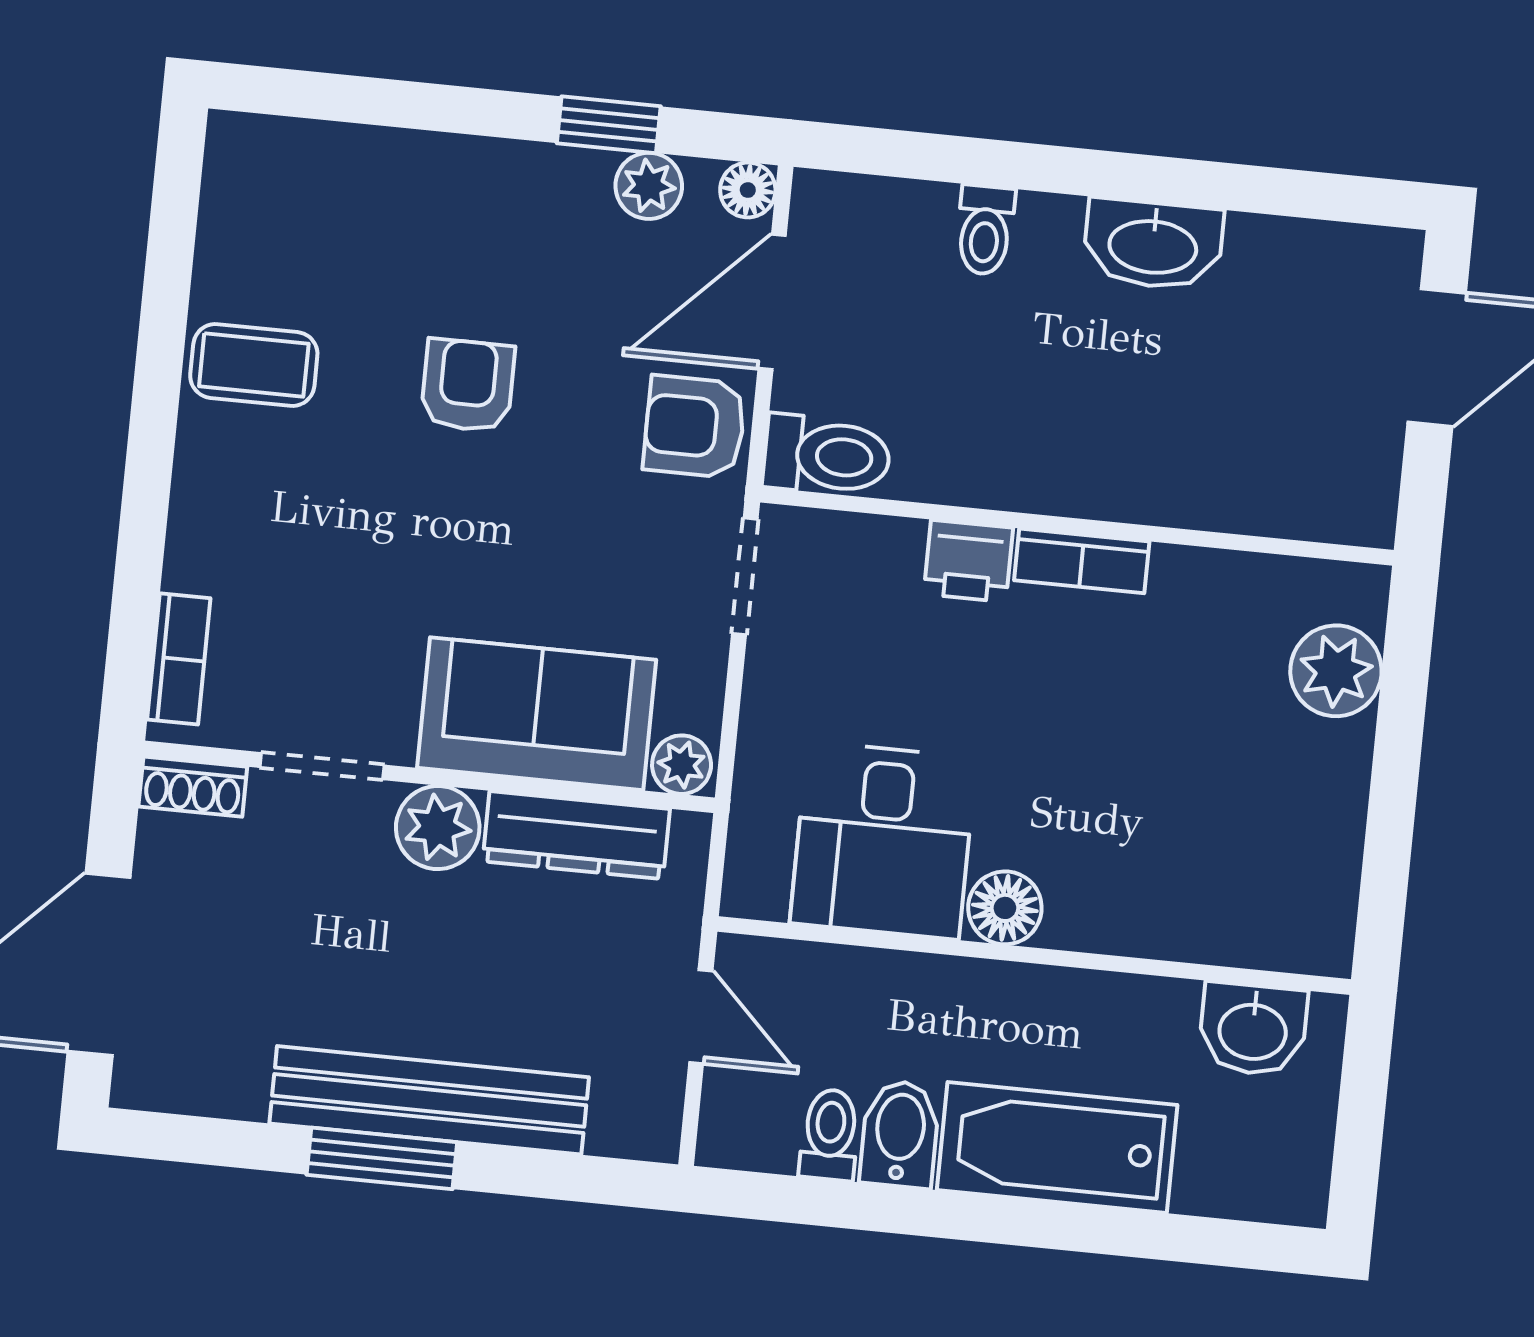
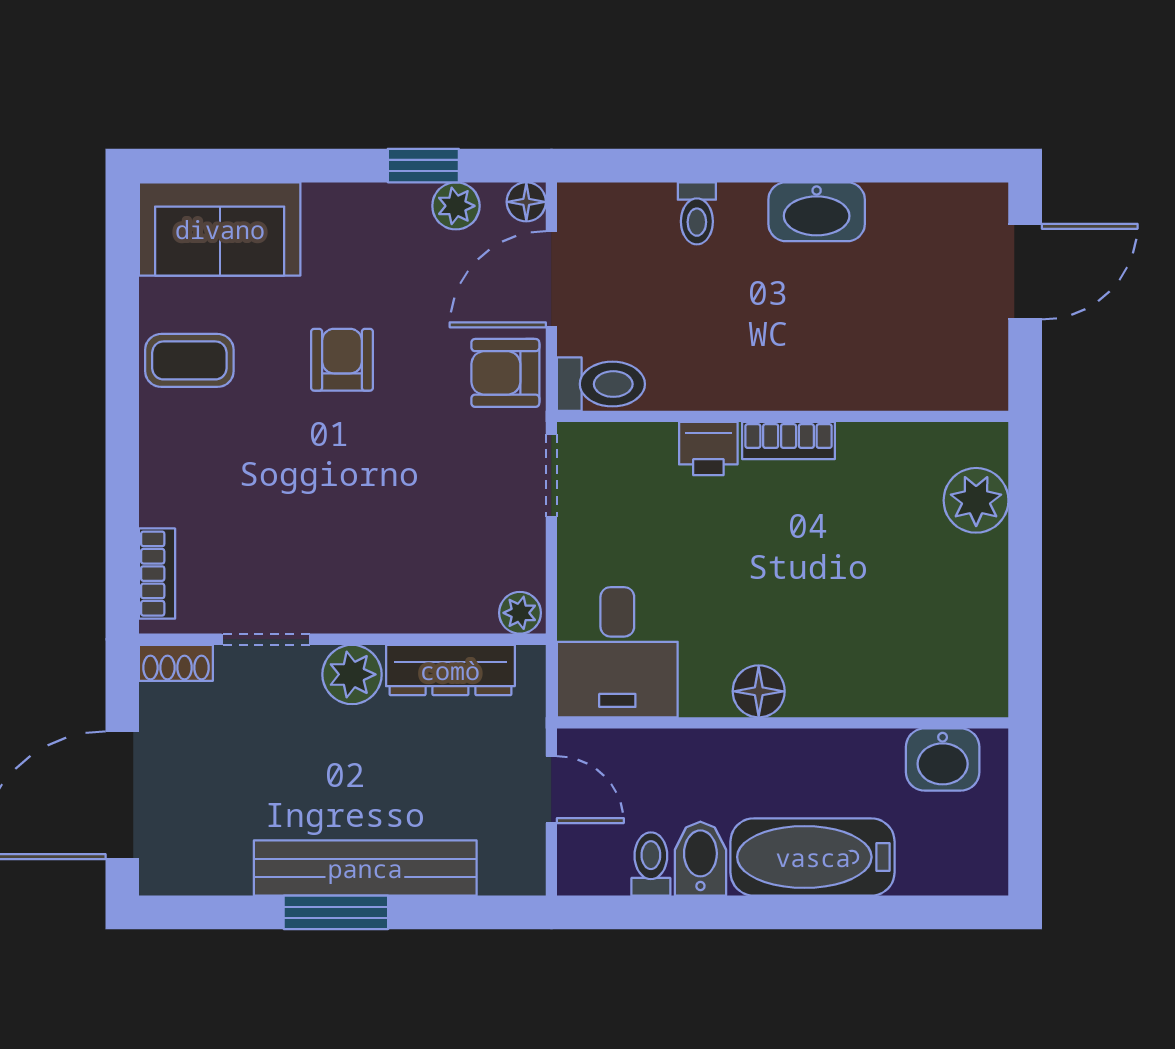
sofa: (537, 714) -> (220, 229), moved, turned 180
desk: (883, 841) -> (617, 652), moved

